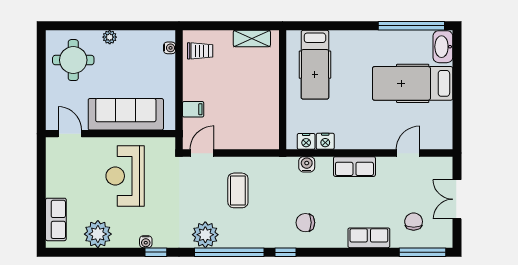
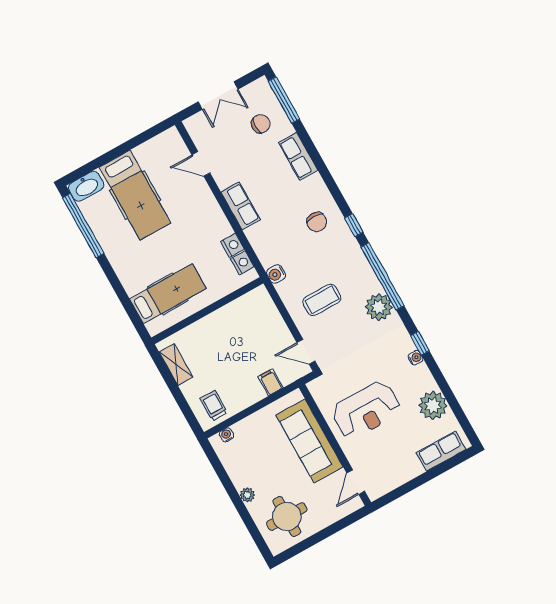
water cooler: (307, 164) -> (276, 274), moved
chair: (414, 222) -> (261, 124), turned 180

